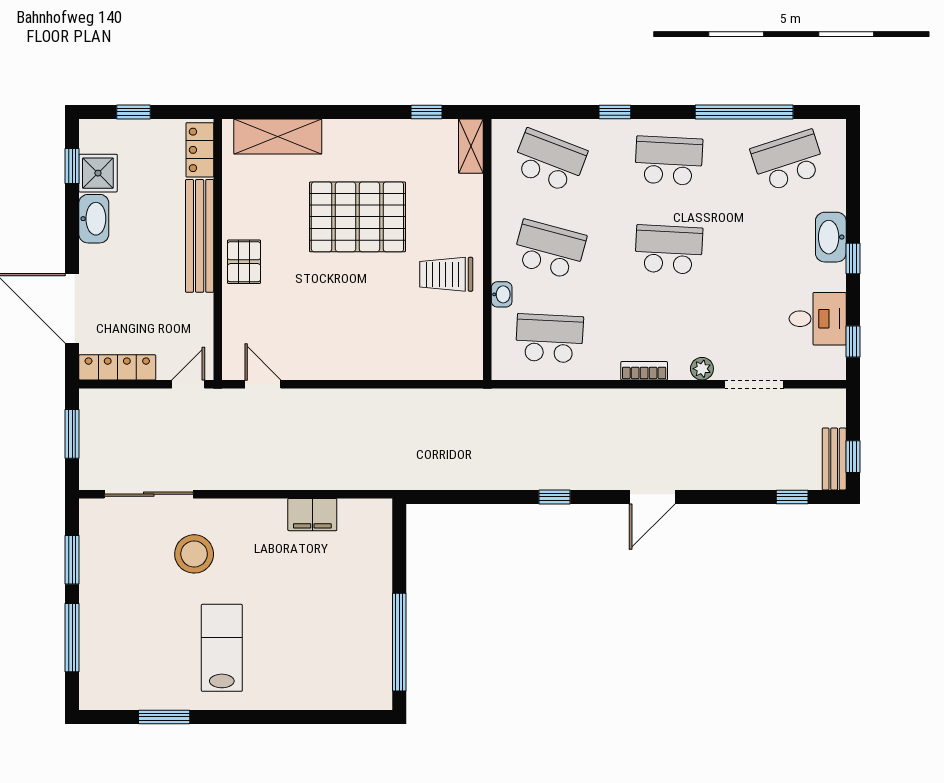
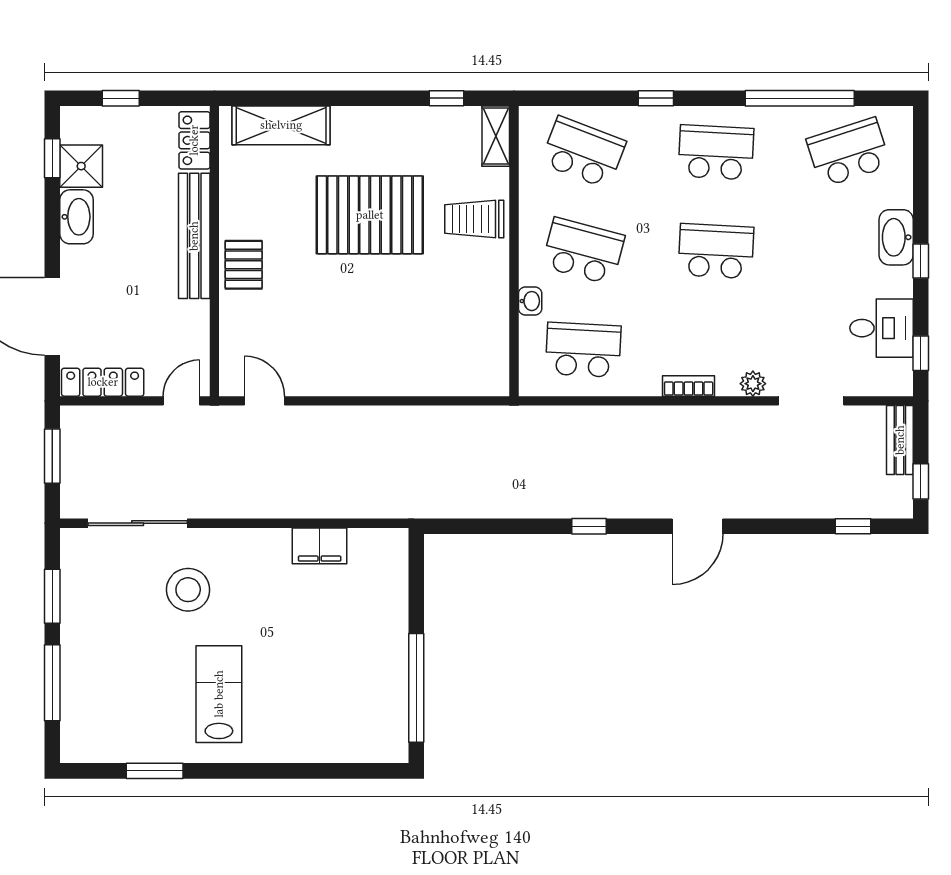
trolley: (446, 274) -> (474, 219), moved
bench: (834, 459) -> (900, 440), moved

